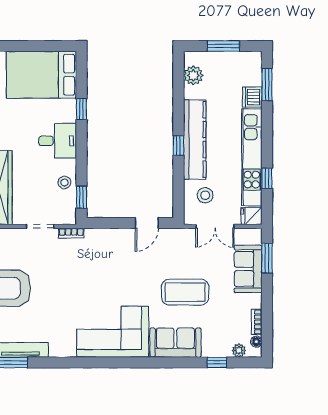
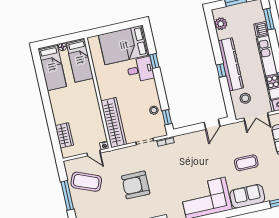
desk: (58, 141) -> (140, 70), moved
coffee table: (185, 292) -> (246, 163), width x0.73, depth x0.76

